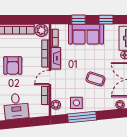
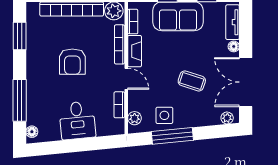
door: (50, 78) -> (126, 79), swing flipped

